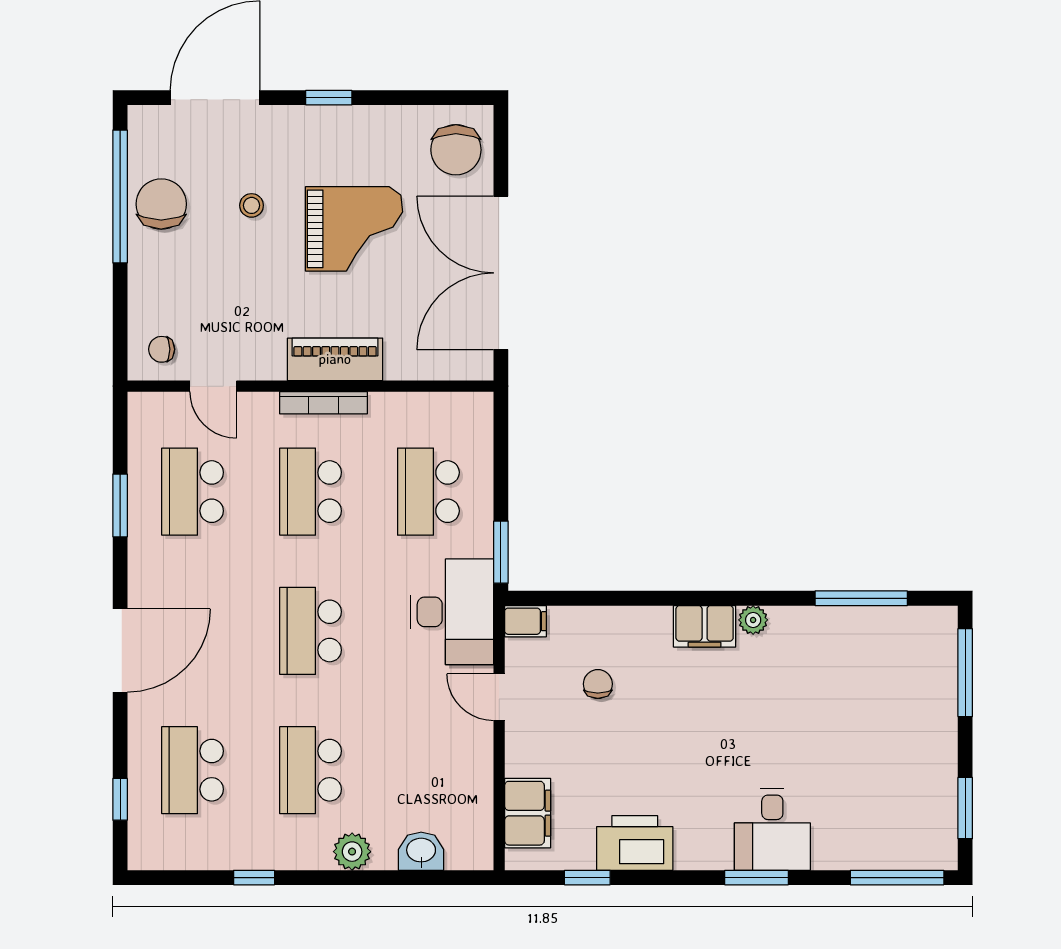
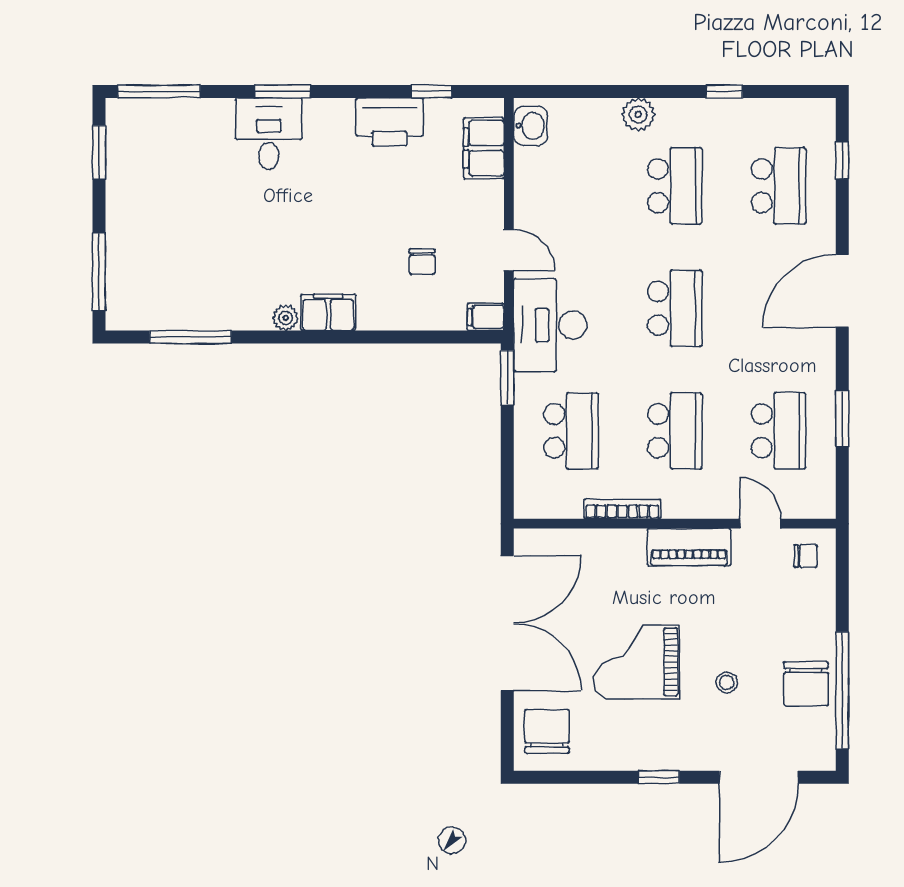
piano: (335, 359) -> (689, 547), moved
bookcase: (323, 403) -> (622, 509), moved
washbasin: (421, 851) -> (530, 126), moved, turned -90

